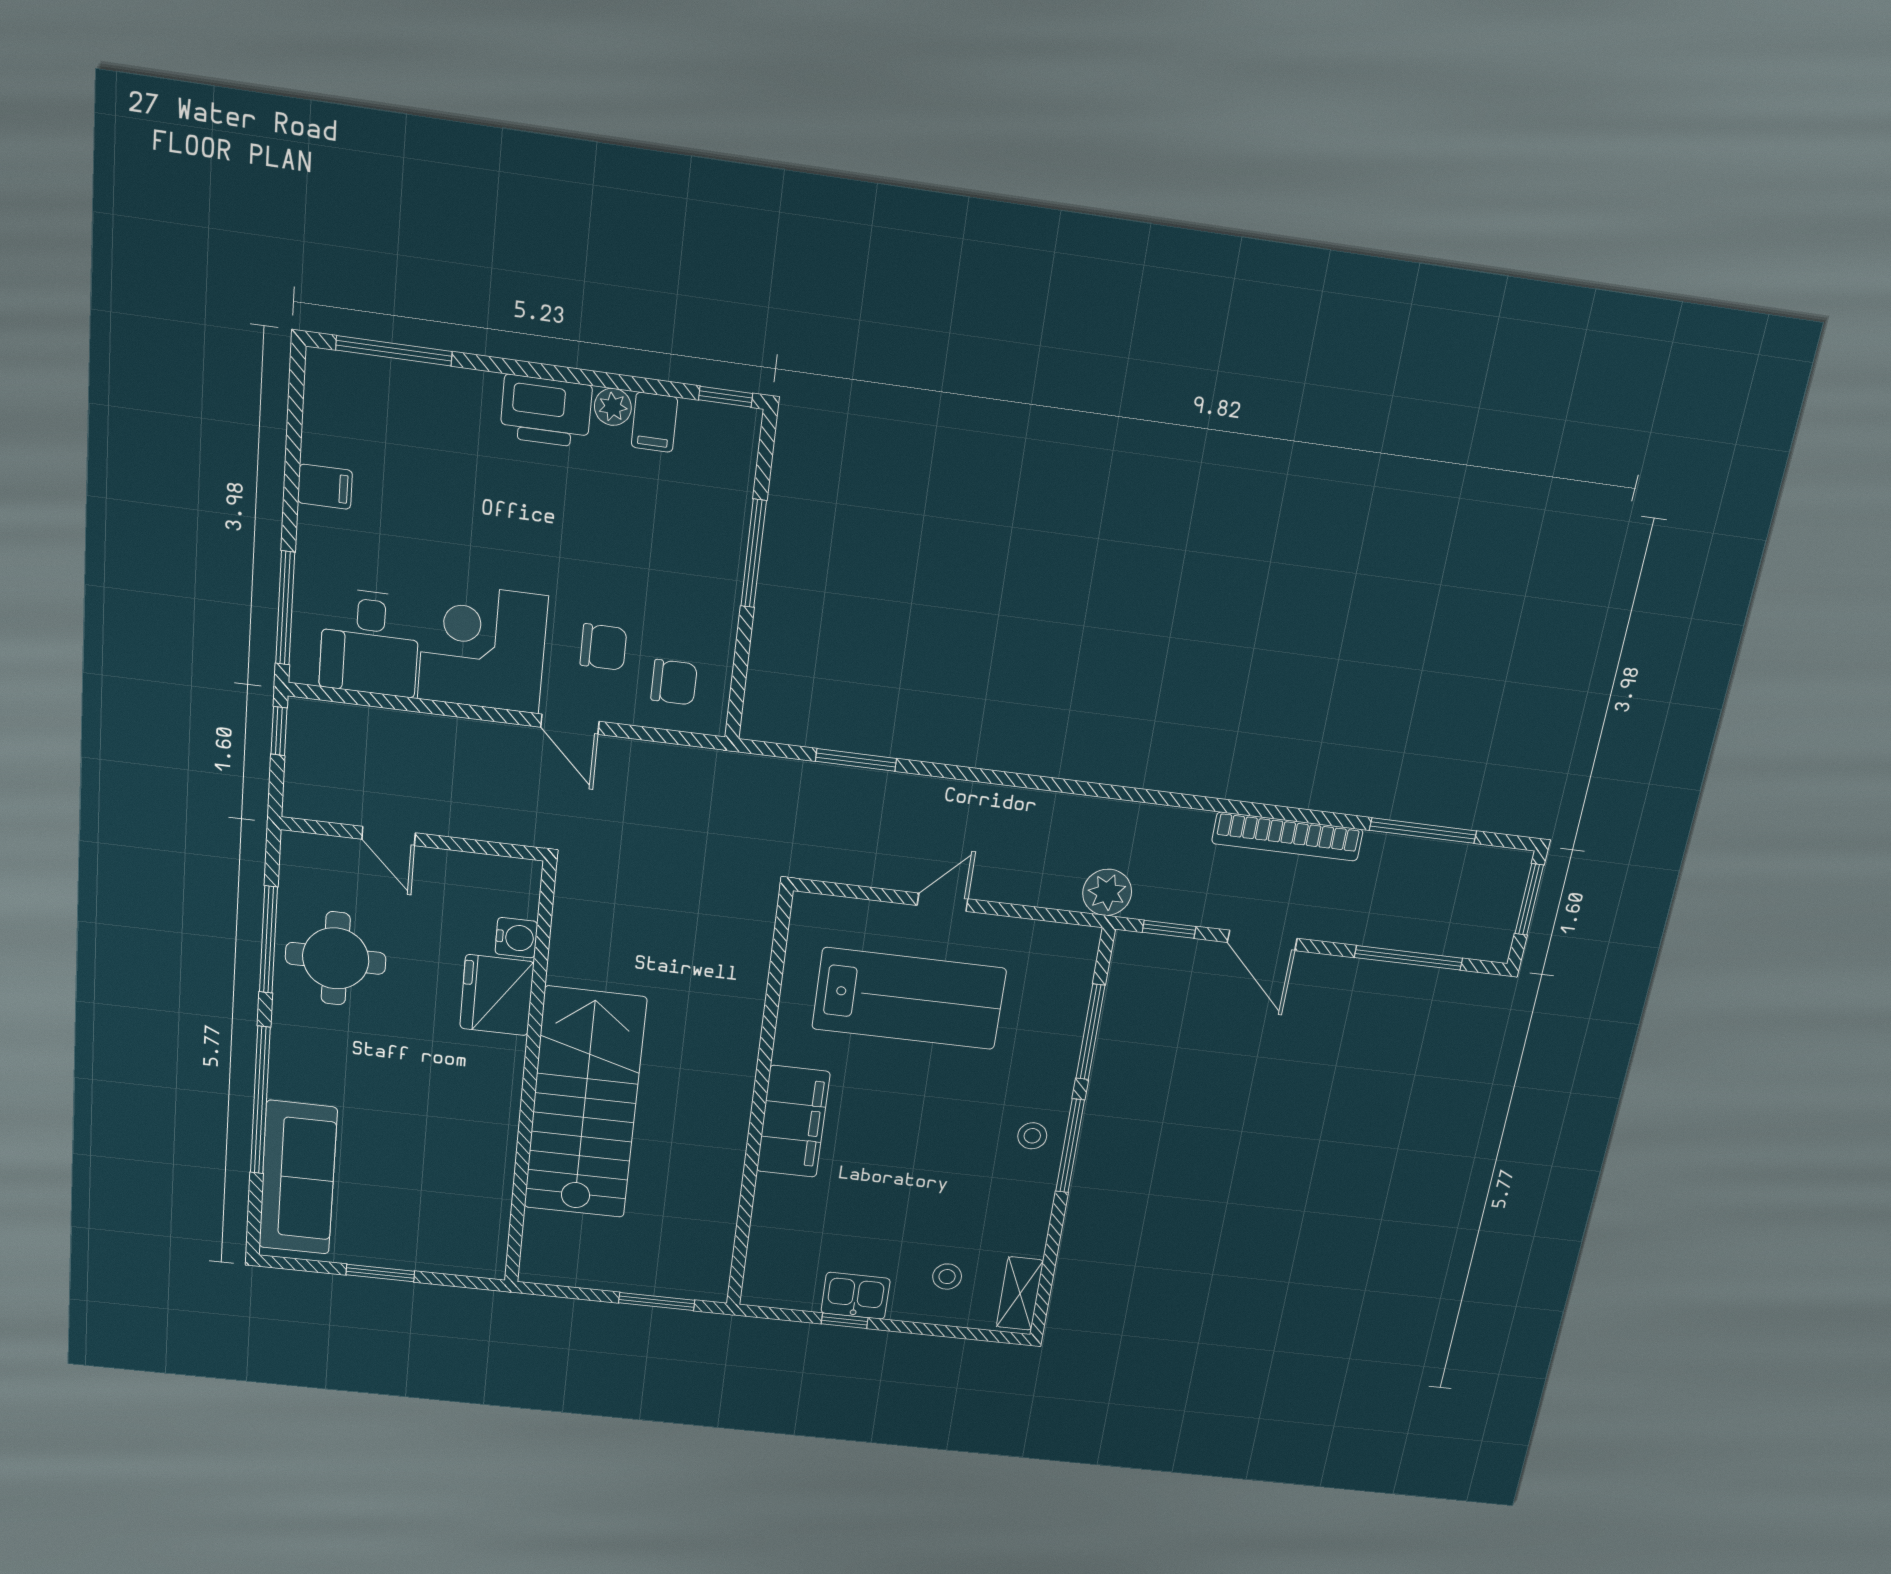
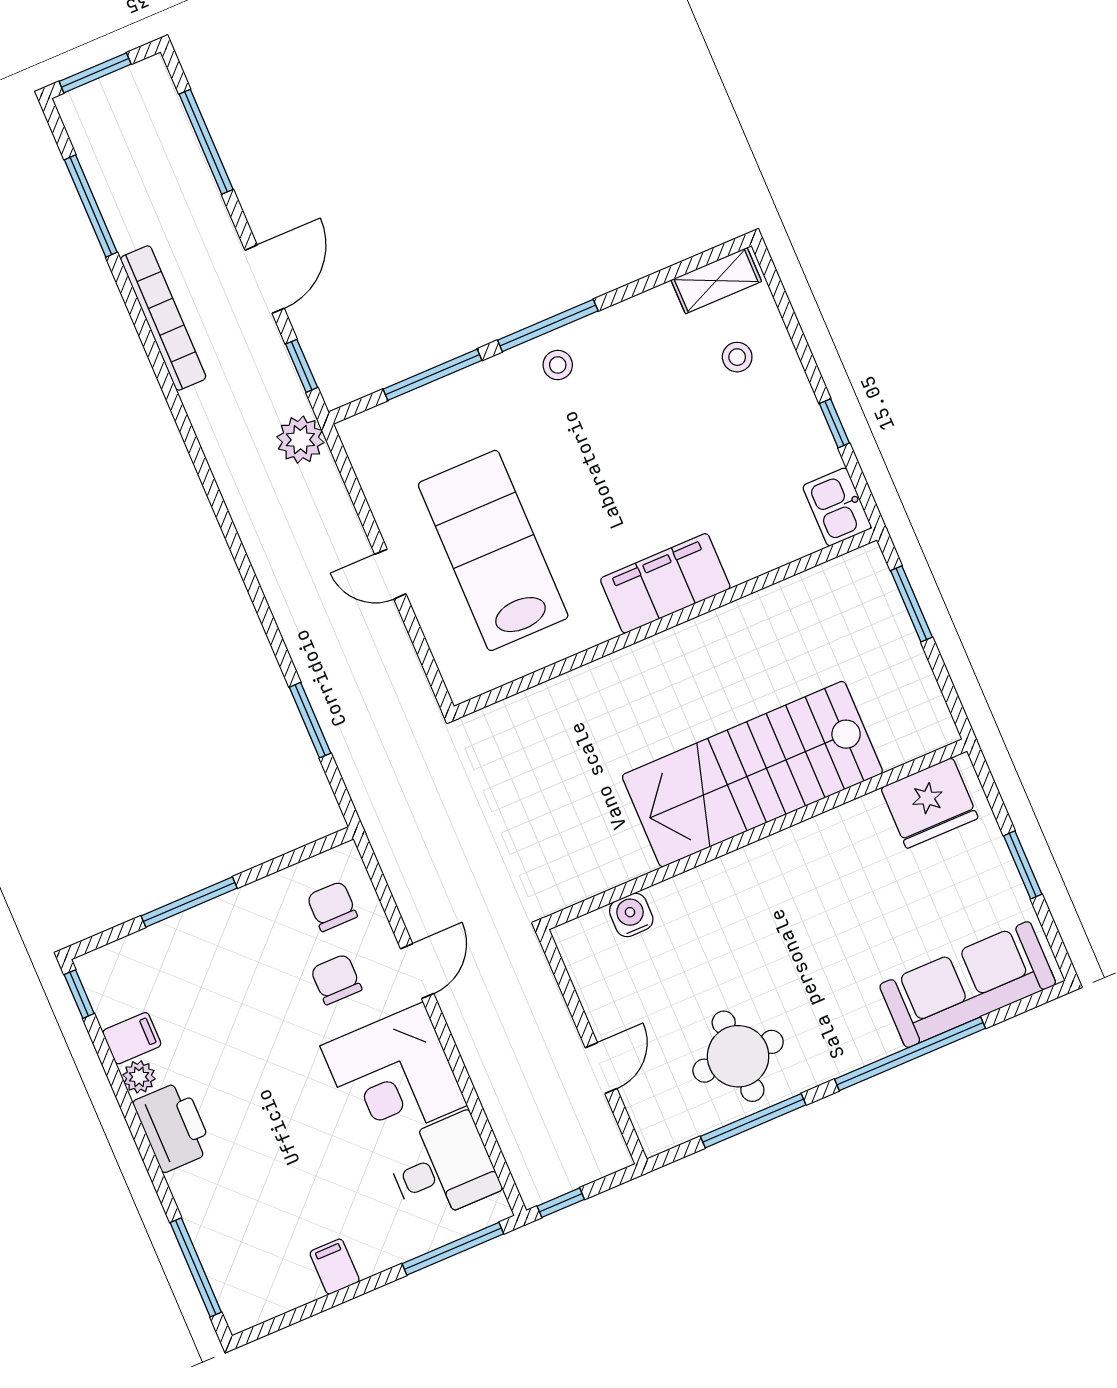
fridge: (497, 995) -> (929, 803), moved
kitchen sink: (856, 1296) -> (837, 507), moved

